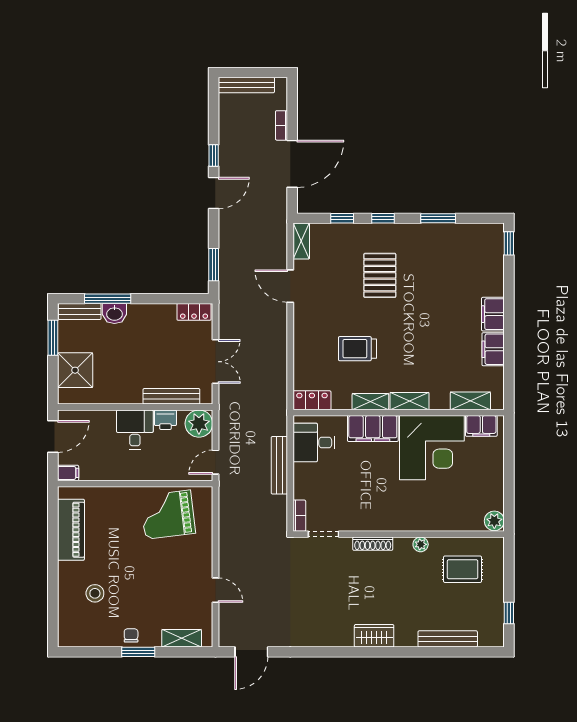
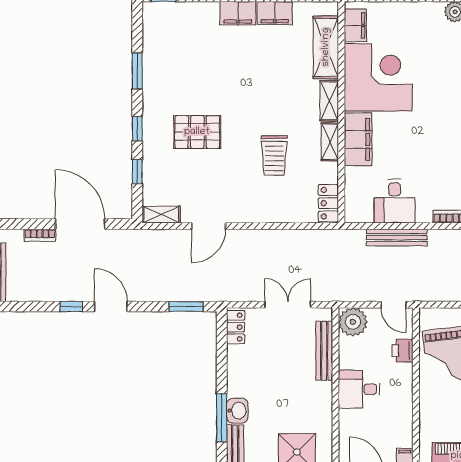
shelving: (470, 401) -> (326, 47), width x1.50, depth x1.33
printer: (165, 420) -> (403, 351), moved, turned 180
desk: (314, 443) -> (395, 201), moved

